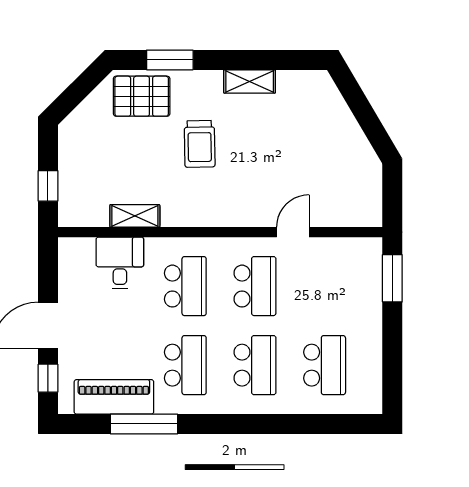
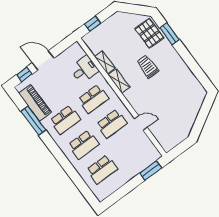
shelving: (250, 81) -> (119, 81), moved
trolley: (200, 144) -> (148, 66), turned 91

